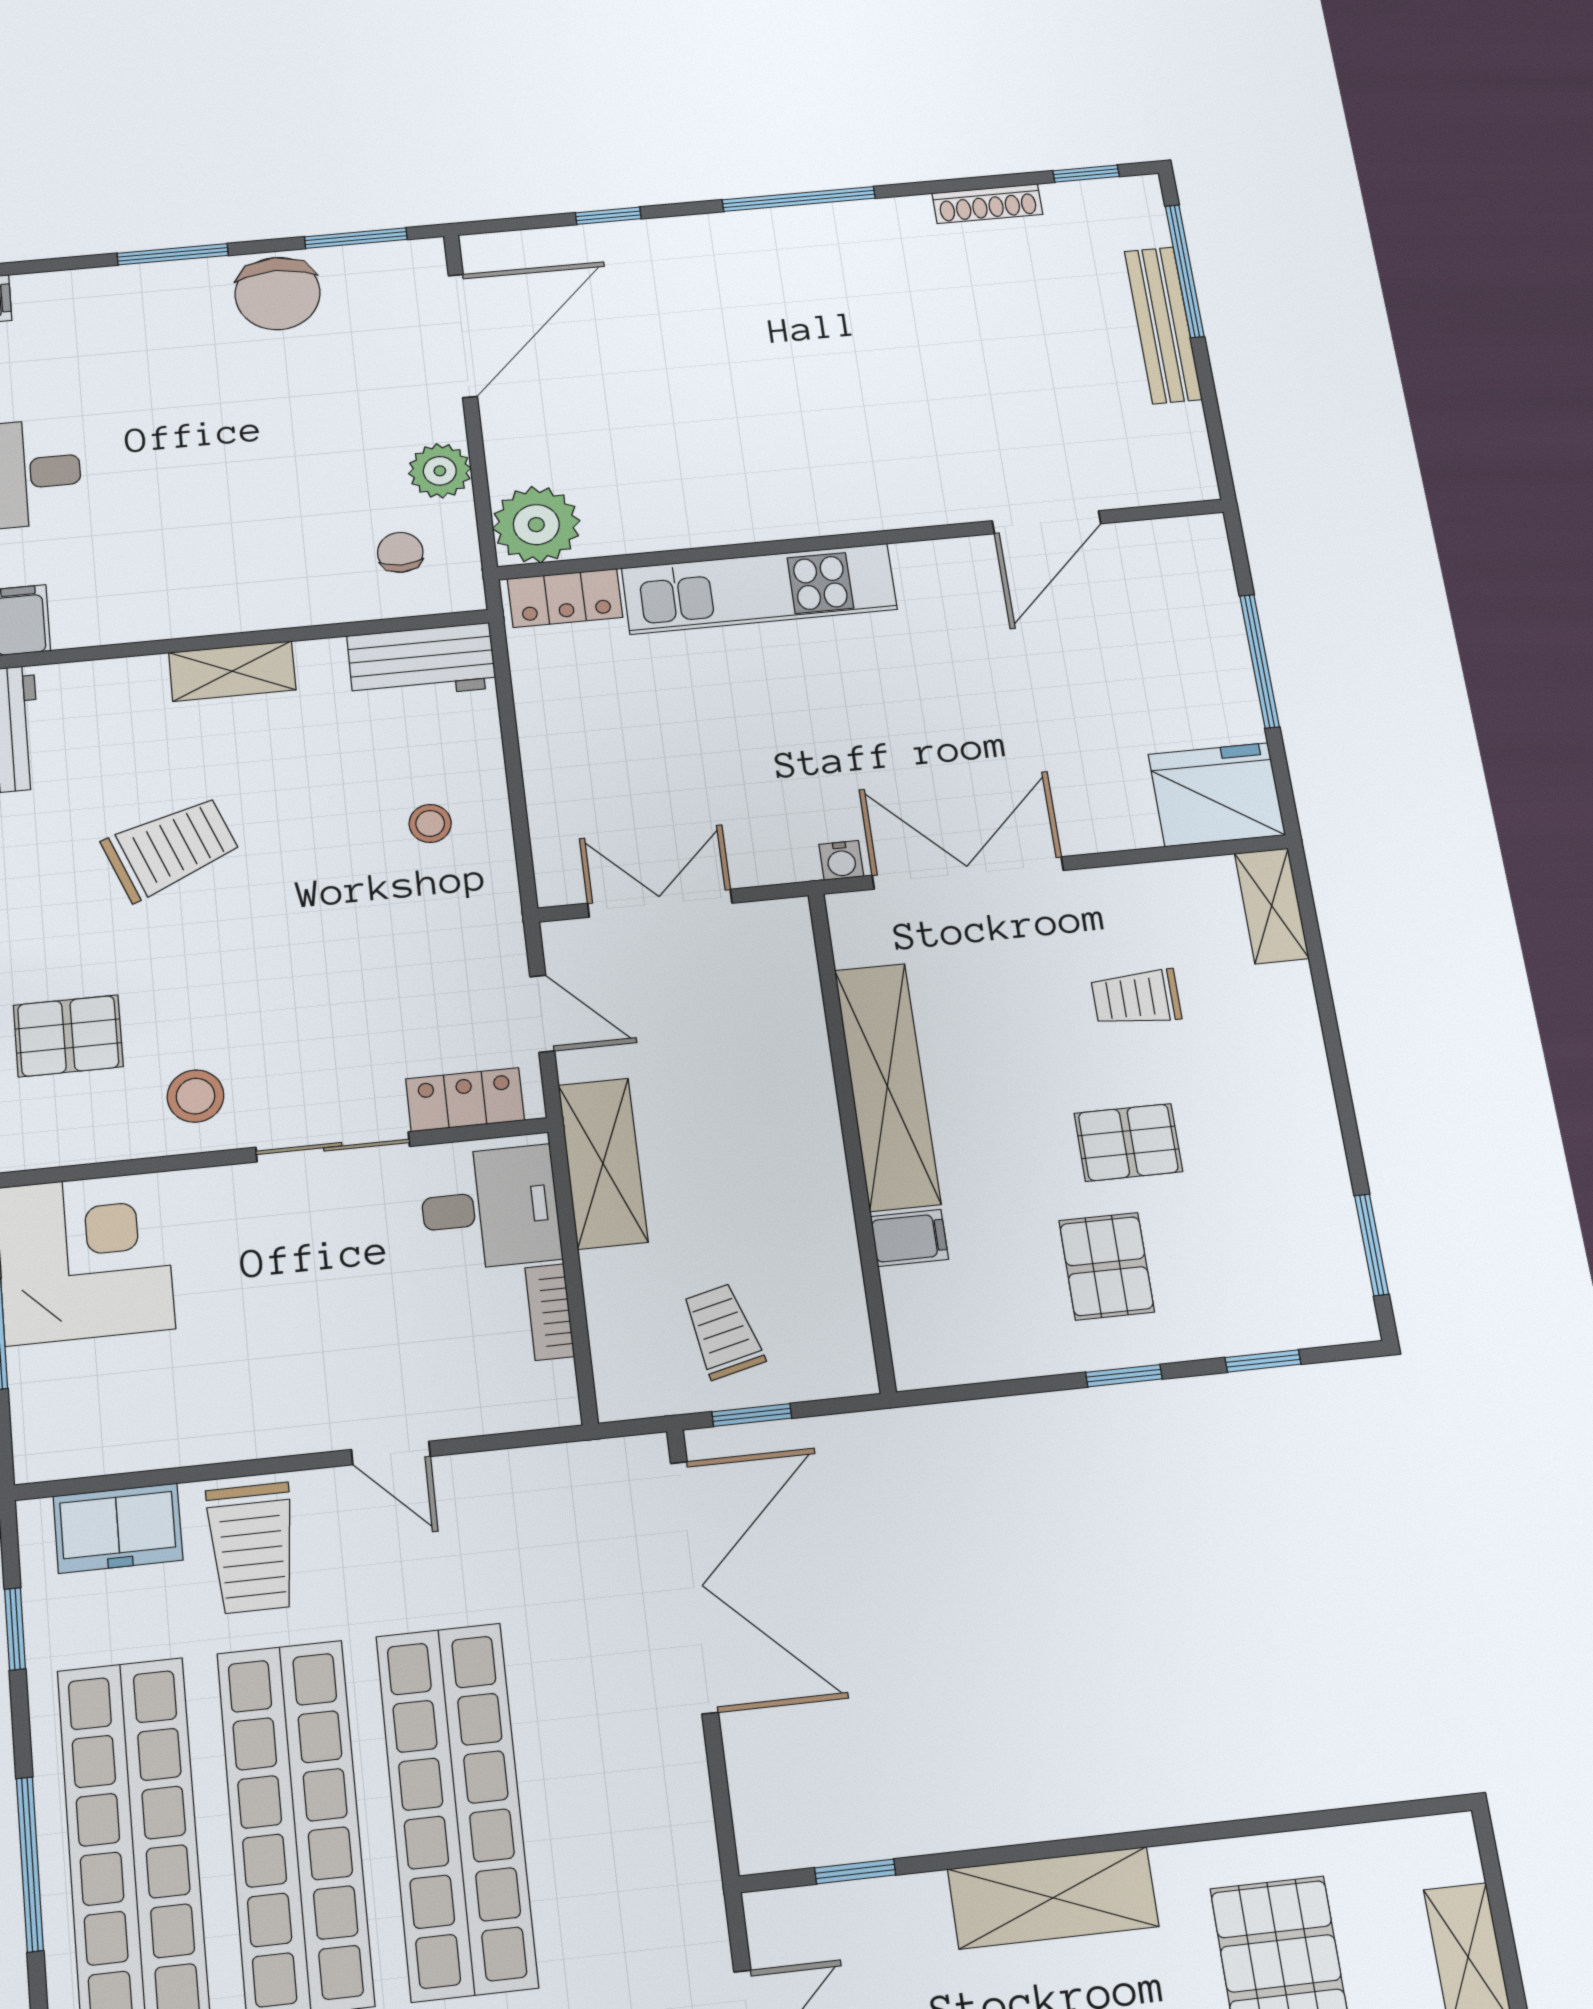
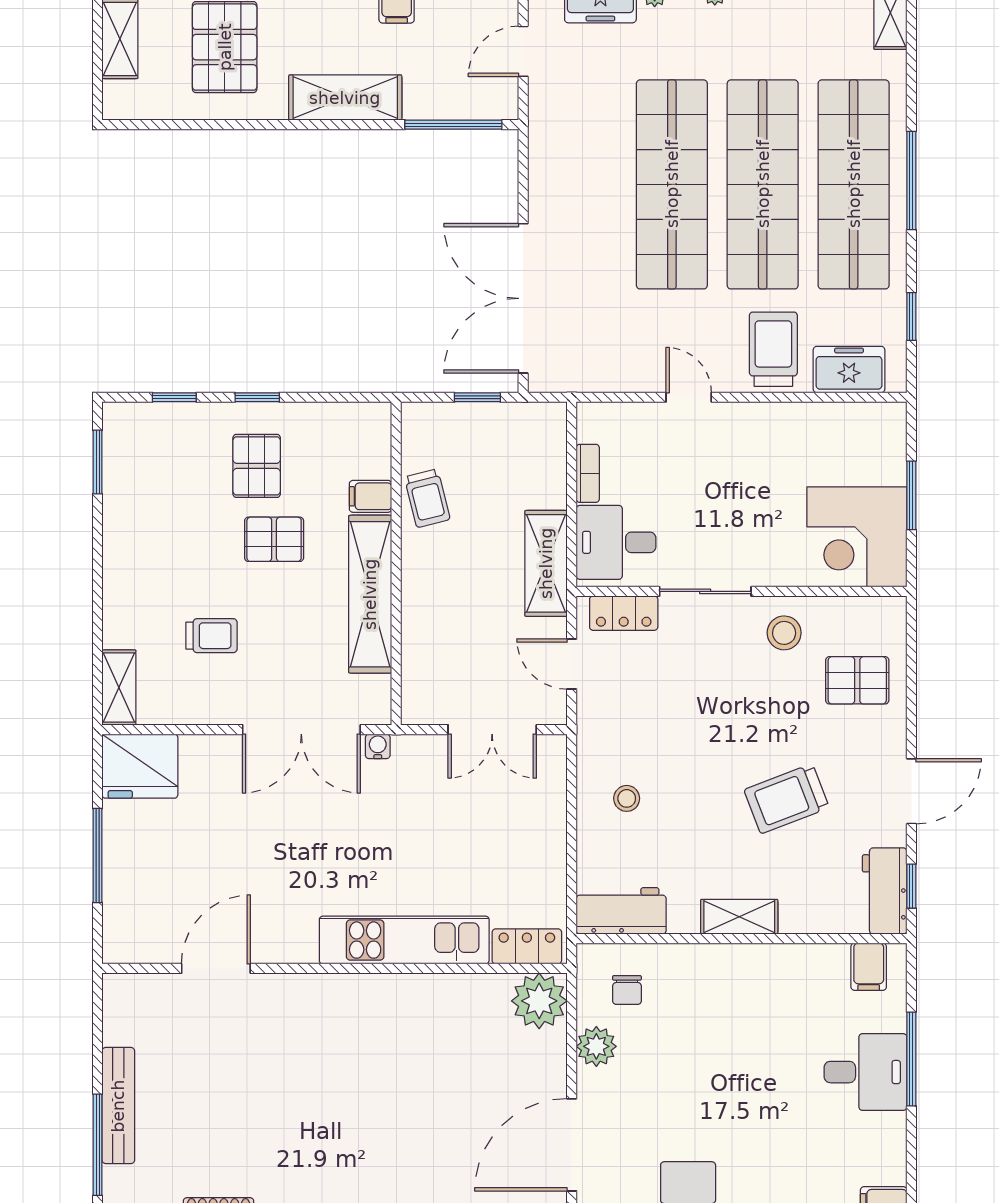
pallet: (1128, 1142) -> (274, 539), moved
trolley: (723, 1331) -> (427, 498), moved
window: (855, 1871) -> (453, 125), width x2.17

